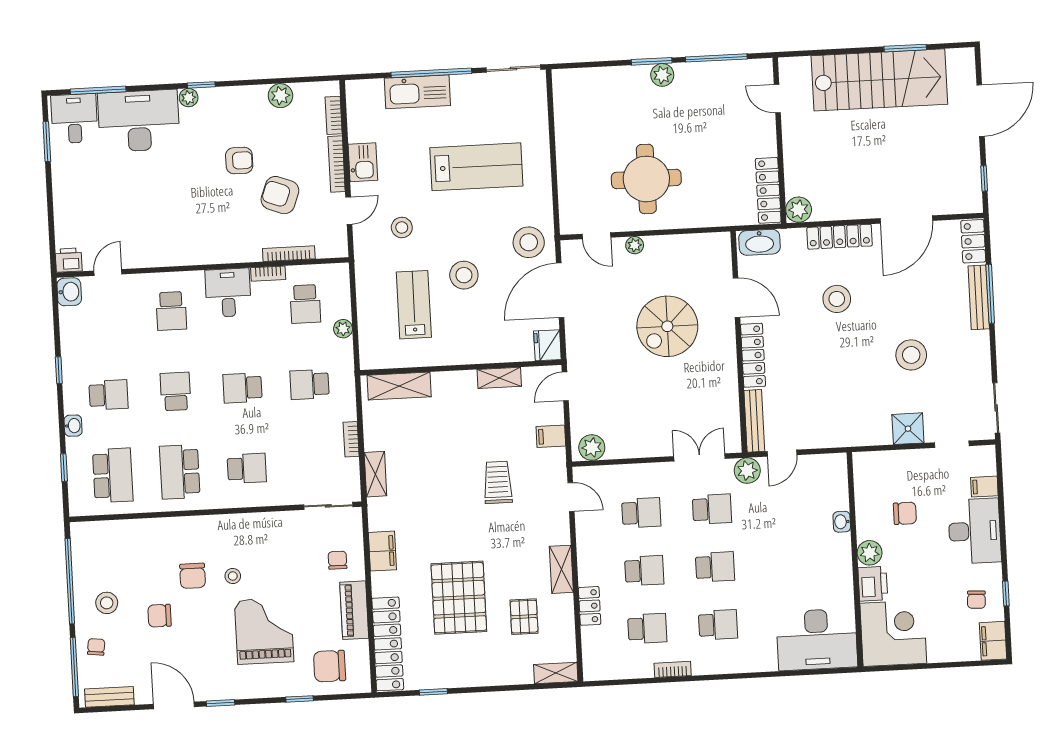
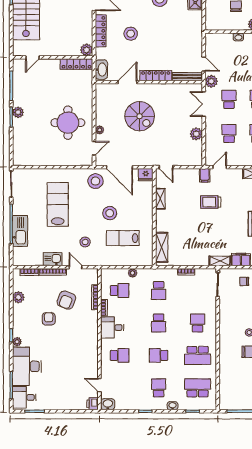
filing cabinet: (551, 436) -> (205, 175), moved
plant: (592, 447) -> (196, 134), moved
shelving: (375, 474) -> (220, 261), moved

